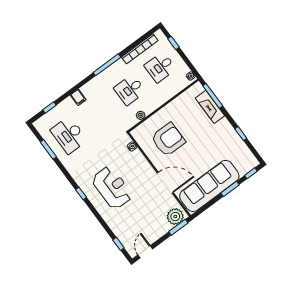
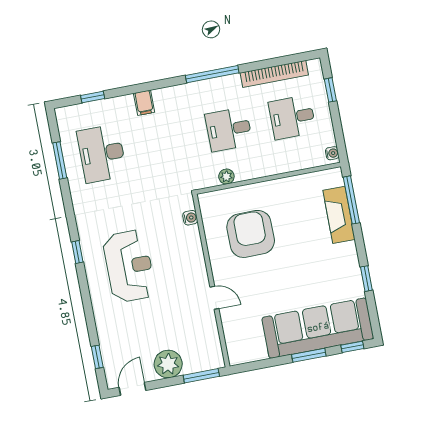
armchair: (168, 140) -> (251, 234), turned -90
door: (165, 183) -> (214, 298), width x0.53
sofa: (209, 186) -> (318, 328), moved
plant: (175, 217) -> (168, 364), moved

